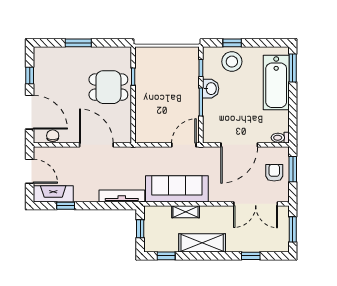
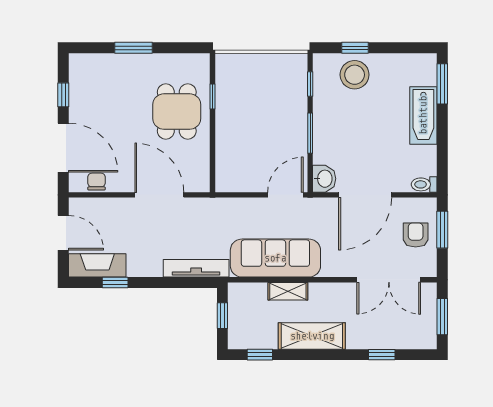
bathtub: (276, 82) -> (423, 115), width x0.73, depth x0.73
dining table: (108, 87) -> (177, 112), turned 90
washbasin: (211, 89) -> (324, 179), moved

